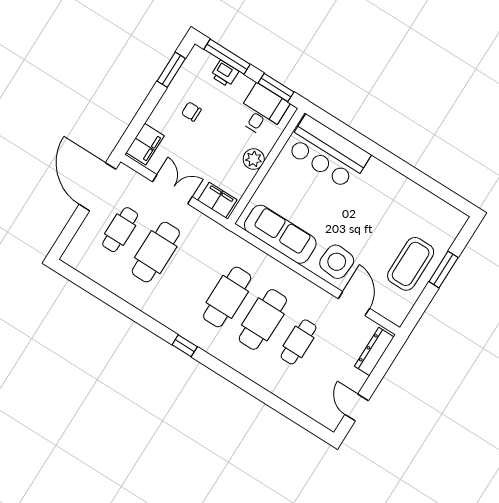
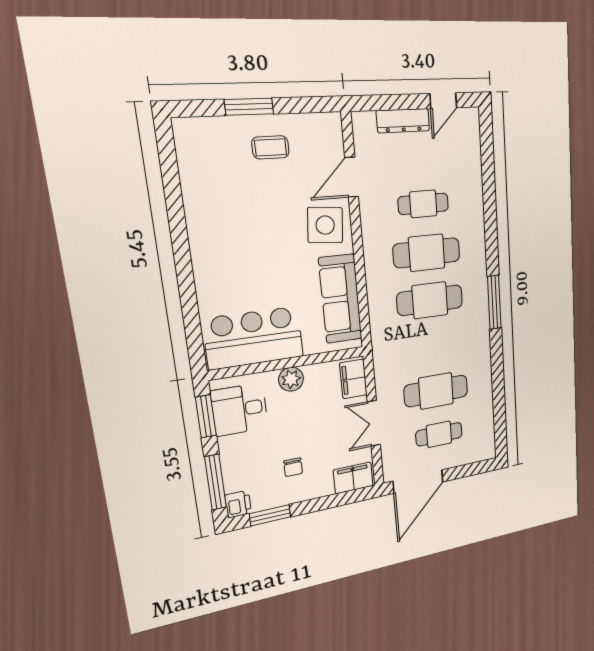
printer: (225, 74) -> (238, 504), moved
bar counter: (327, 152) -> (254, 338), moved, turned -90
coffee table: (411, 264) -> (270, 147), width x0.54, depth x0.58
window: (185, 346) -> (494, 302), width x2.17
dresser: (374, 352) -> (403, 121), moved

